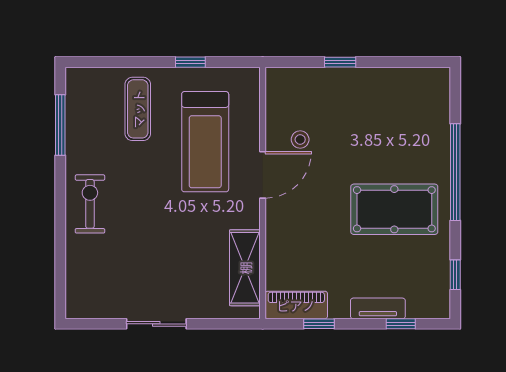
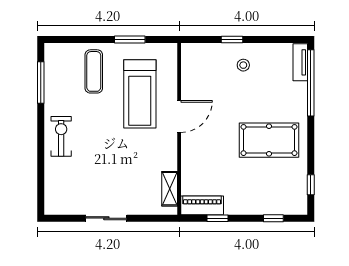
window: (190, 62) -> (130, 39), width x1.50
stool: (300, 139) -> (243, 65), moved
window: (455, 172) -> (311, 83), moved
shelving: (245, 268) -> (170, 189), width x0.67, depth x0.75
tv unit: (378, 308) -> (300, 62), moved, turned -90

